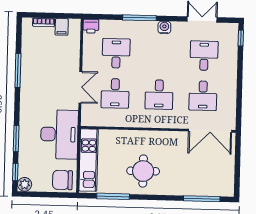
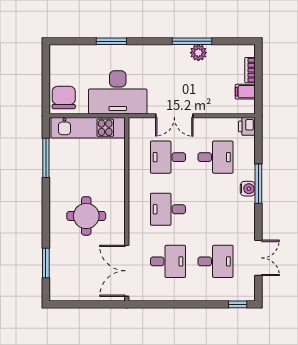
water cooler: (164, 27) -> (248, 189), moved
desk: (203, 96) -> (168, 261), turned 180
round table: (143, 171) -> (86, 216), moved
window: (15, 172) -> (72, 41), removed
plant: (25, 184) -> (198, 53), moved
window: (202, 199) -> (46, 263), width x0.69

